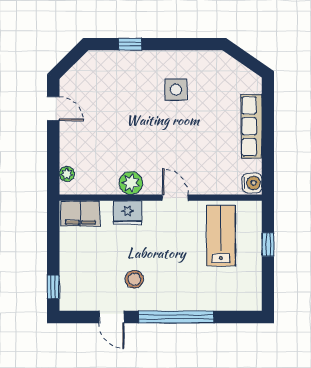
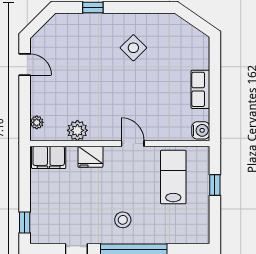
side table: (176, 90) -> (133, 48), turned 45
row of seats: (252, 126) -> (200, 89), width x0.68
plant: (131, 183) -> (77, 130), moved
stool: (134, 279) -> (123, 220), moved

